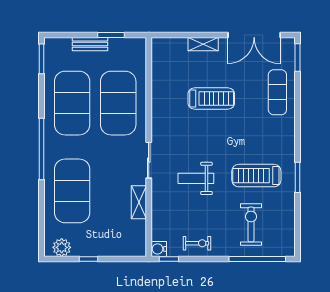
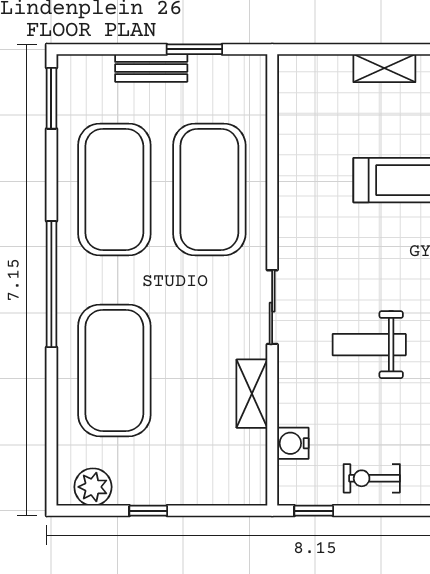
exercise bike: (197, 243) -> (372, 478), turned 180
water cooler: (159, 249) -> (293, 443), moved

